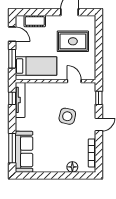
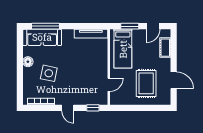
window: (12, 98) -> (92, 26), removed
side table: (67, 116) -> (49, 73), moved
floor lamp: (72, 167) -> (28, 62), moved

